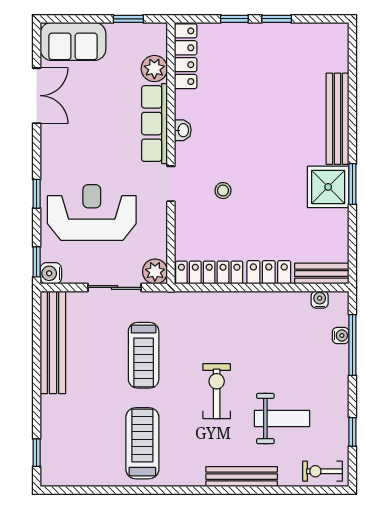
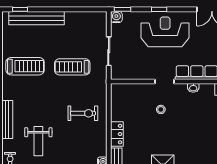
reception desk: (92, 212) -> (165, 32), moved, turned -90
plant: (155, 272) -> (117, 73), removed
locker: (209, 272) -> (117, 102), removed
bench: (53, 342) -> (36, 18), moved
exercise bike: (217, 391) -> (83, 113), moved

